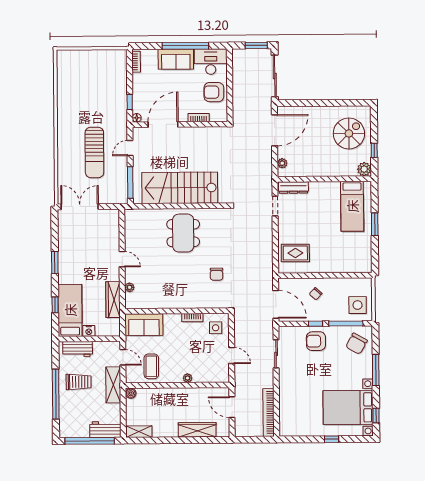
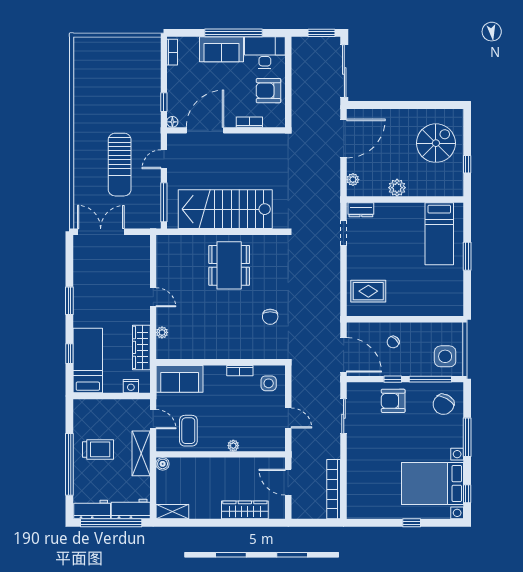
plant: (364, 169) -> (397, 188), moved
dresser: (293, 187) -> (361, 210), width x0.70
nightstand: (89, 331) -> (131, 386), moved
workbench: (78, 349) -> (92, 510), moved, turned 180

